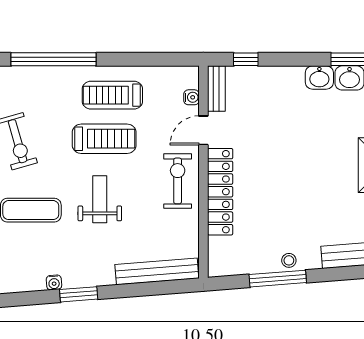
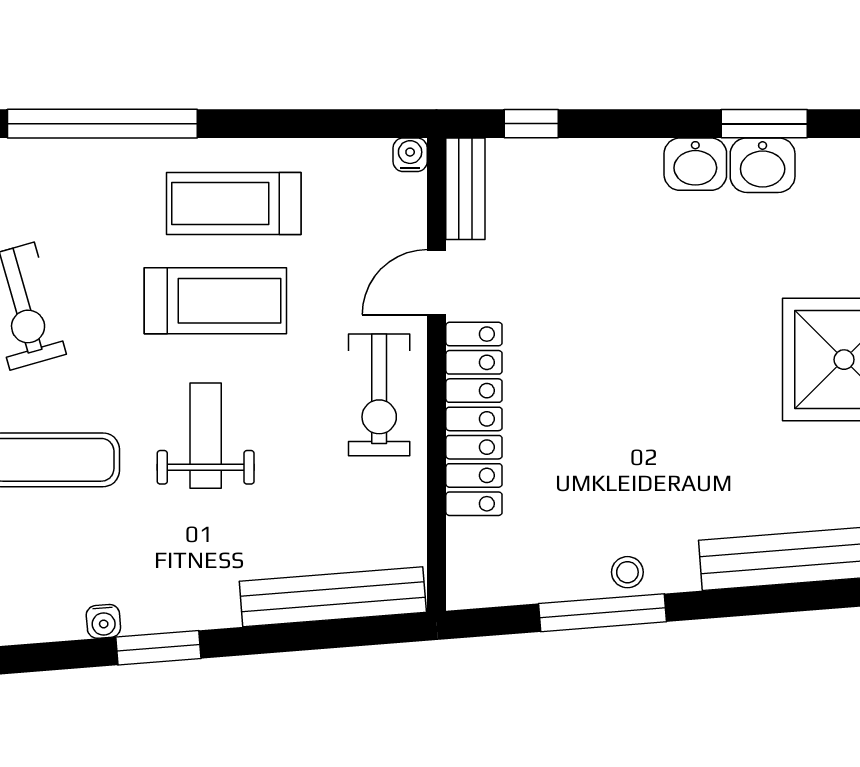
water cooler: (191, 97) -> (410, 155), moved, turned -90
exercise bike: (178, 181) -> (379, 395), turned 180

